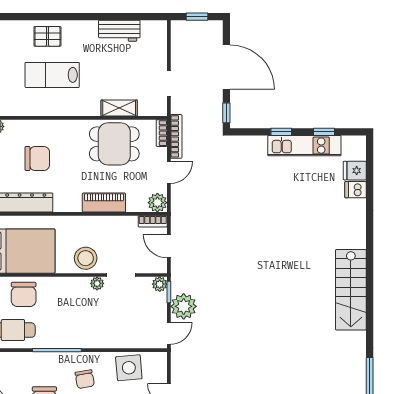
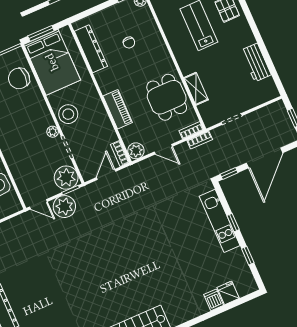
bookcase: (176, 136) -> (200, 140), width x0.64
kitchen unit: (304, 146) -> (220, 221), moved
chair: (37, 159) -> (129, 43), width x0.54, depth x0.54
plant: (160, 284) -> (66, 178), width x1.87, depth x1.87

